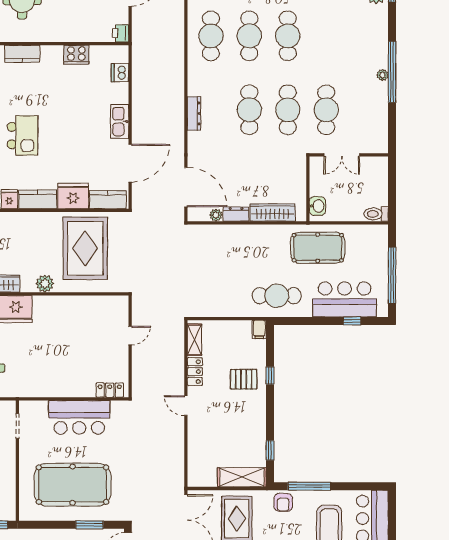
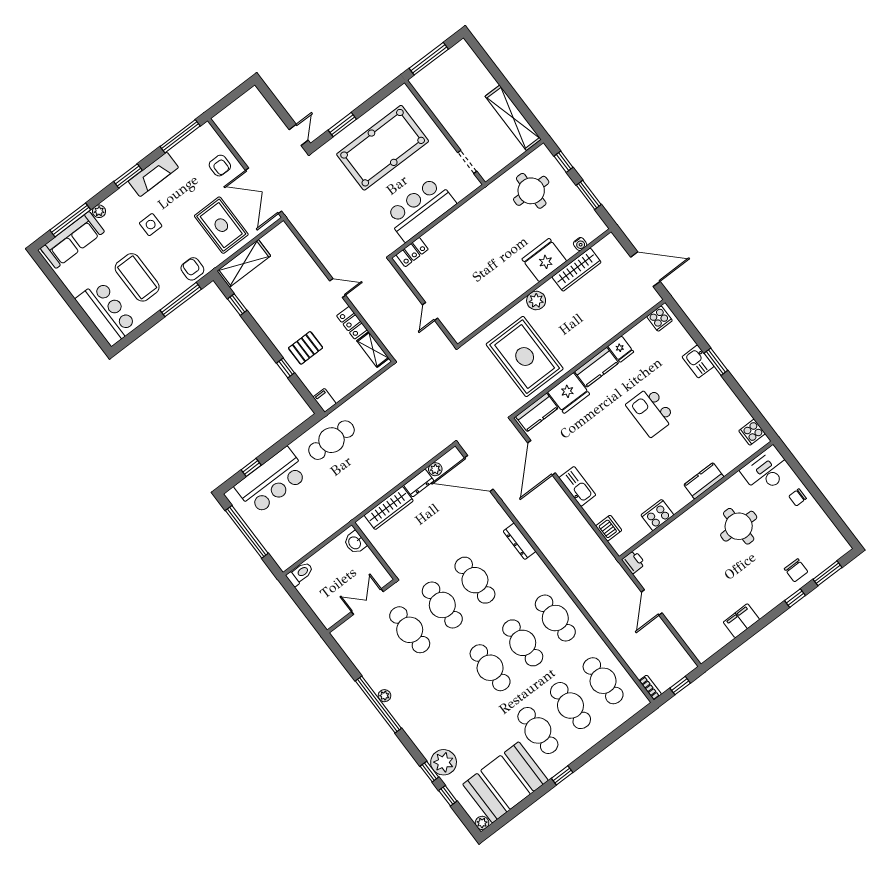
pool table: (318, 248) -> (328, 507), removed

